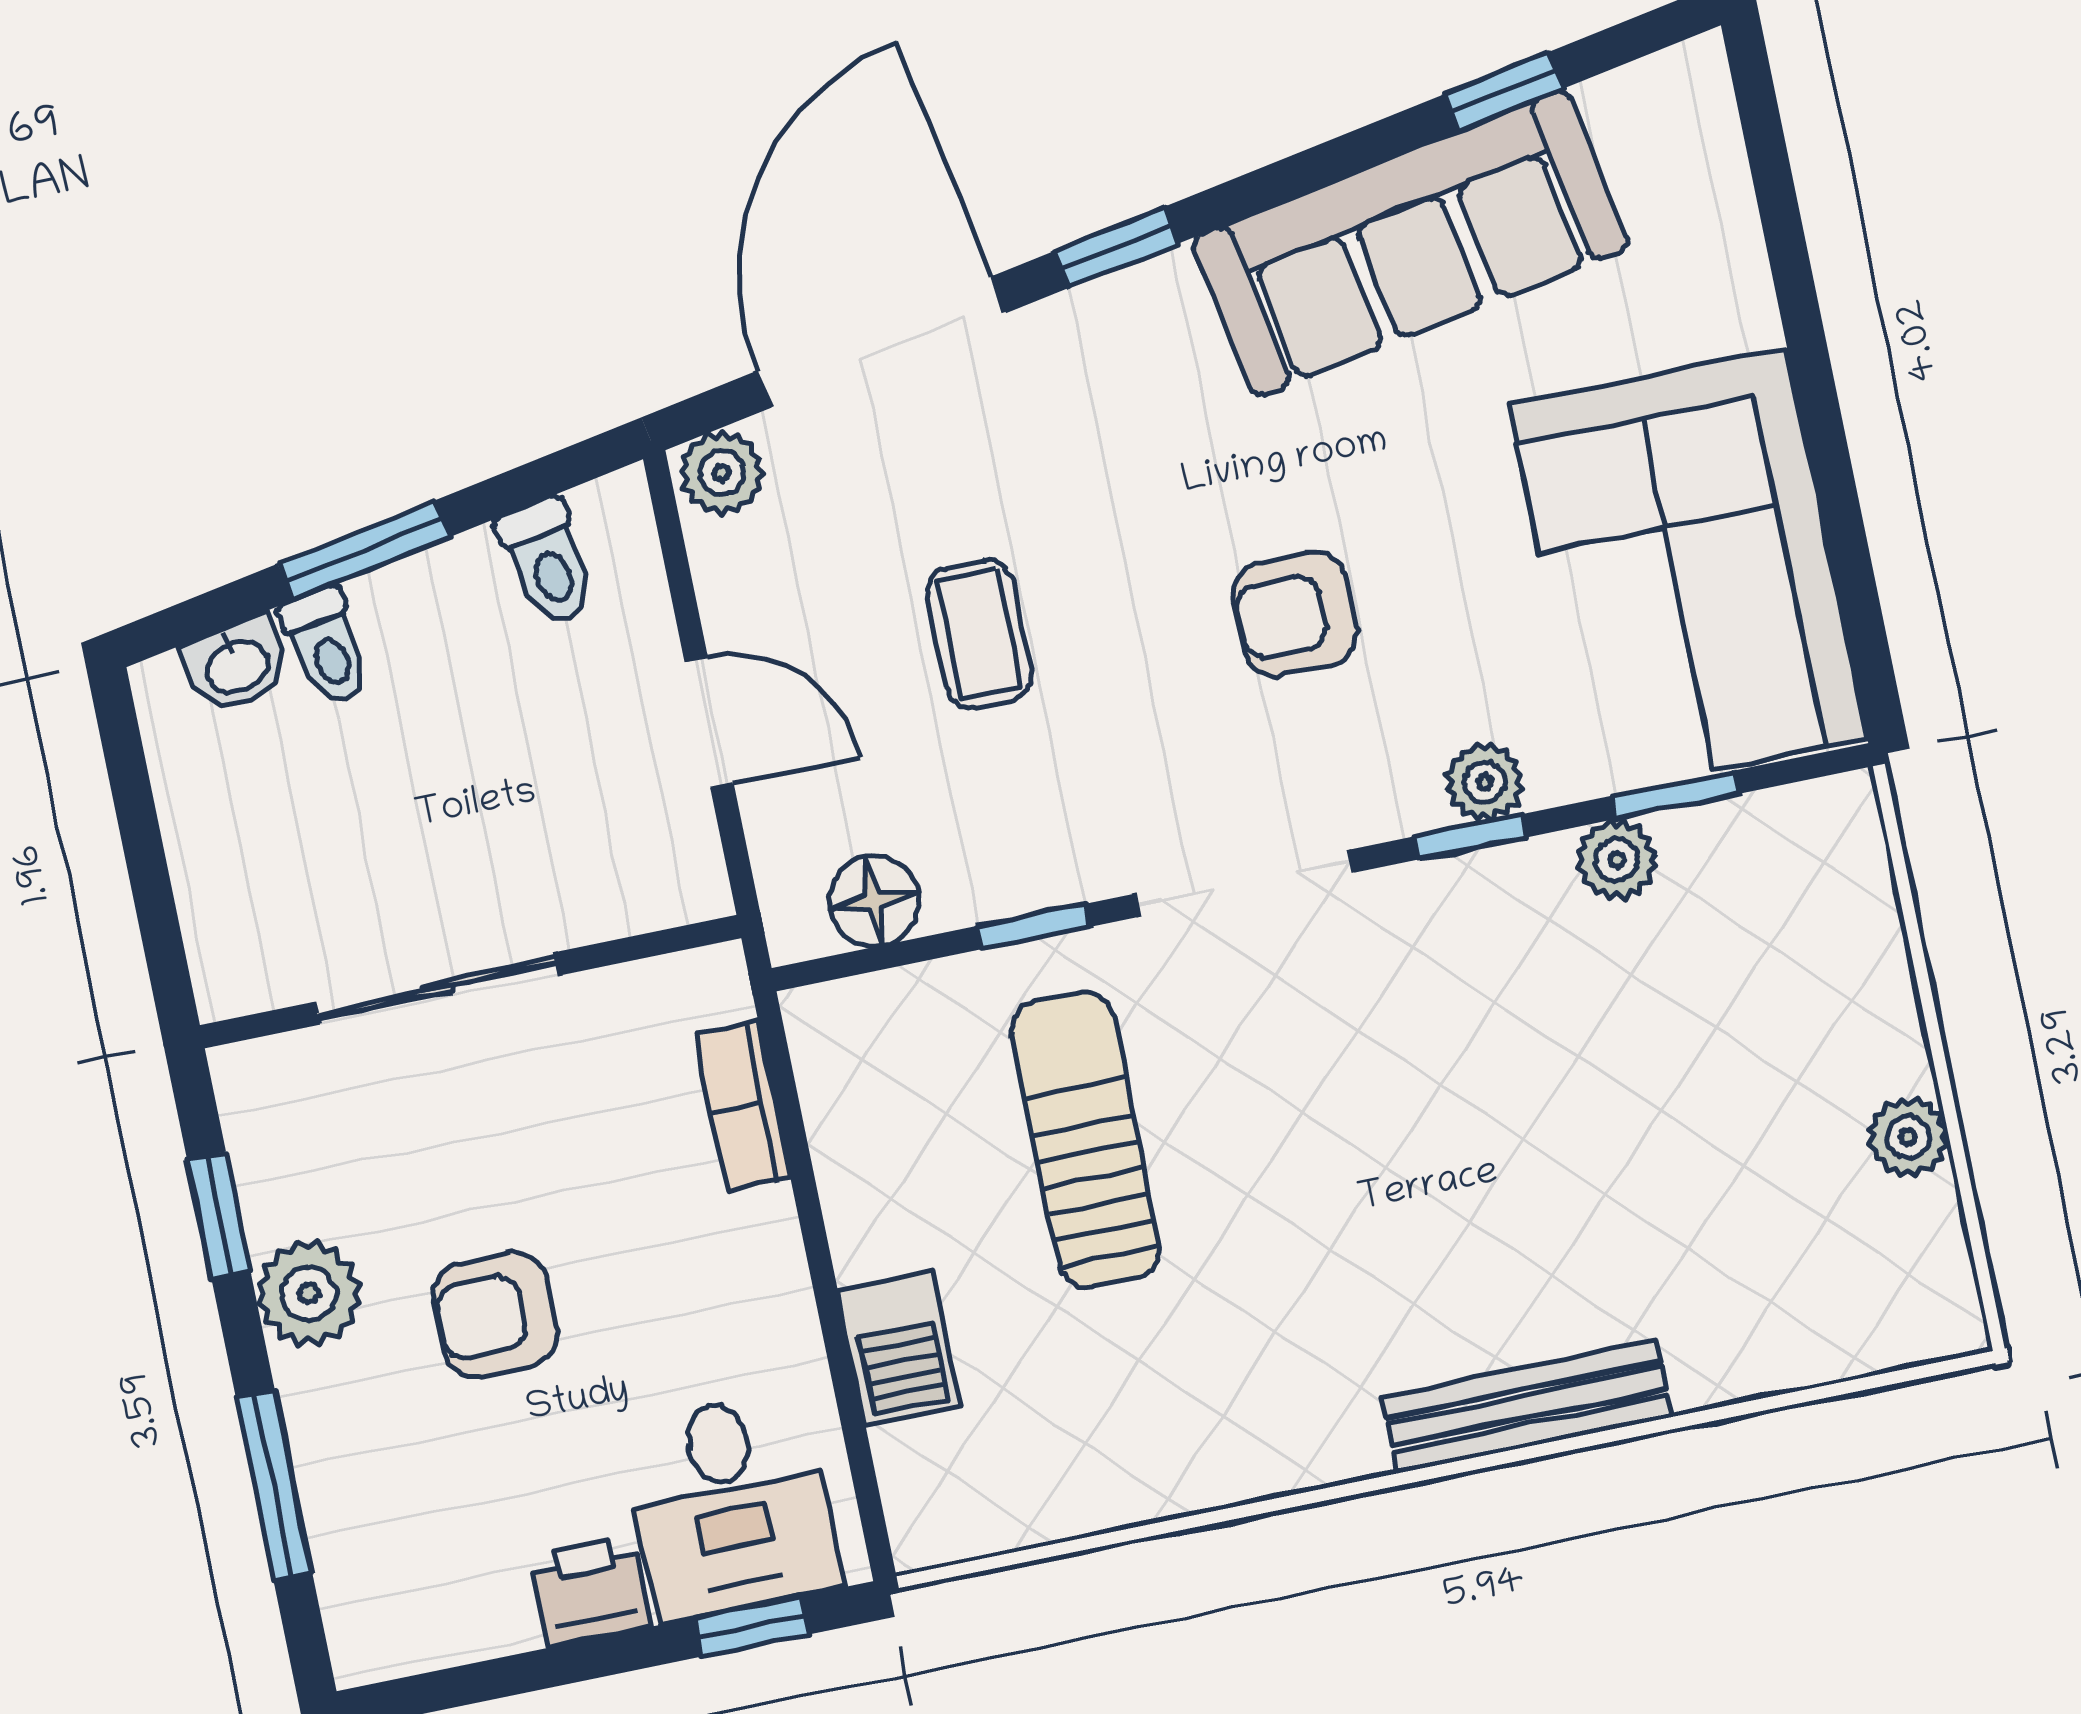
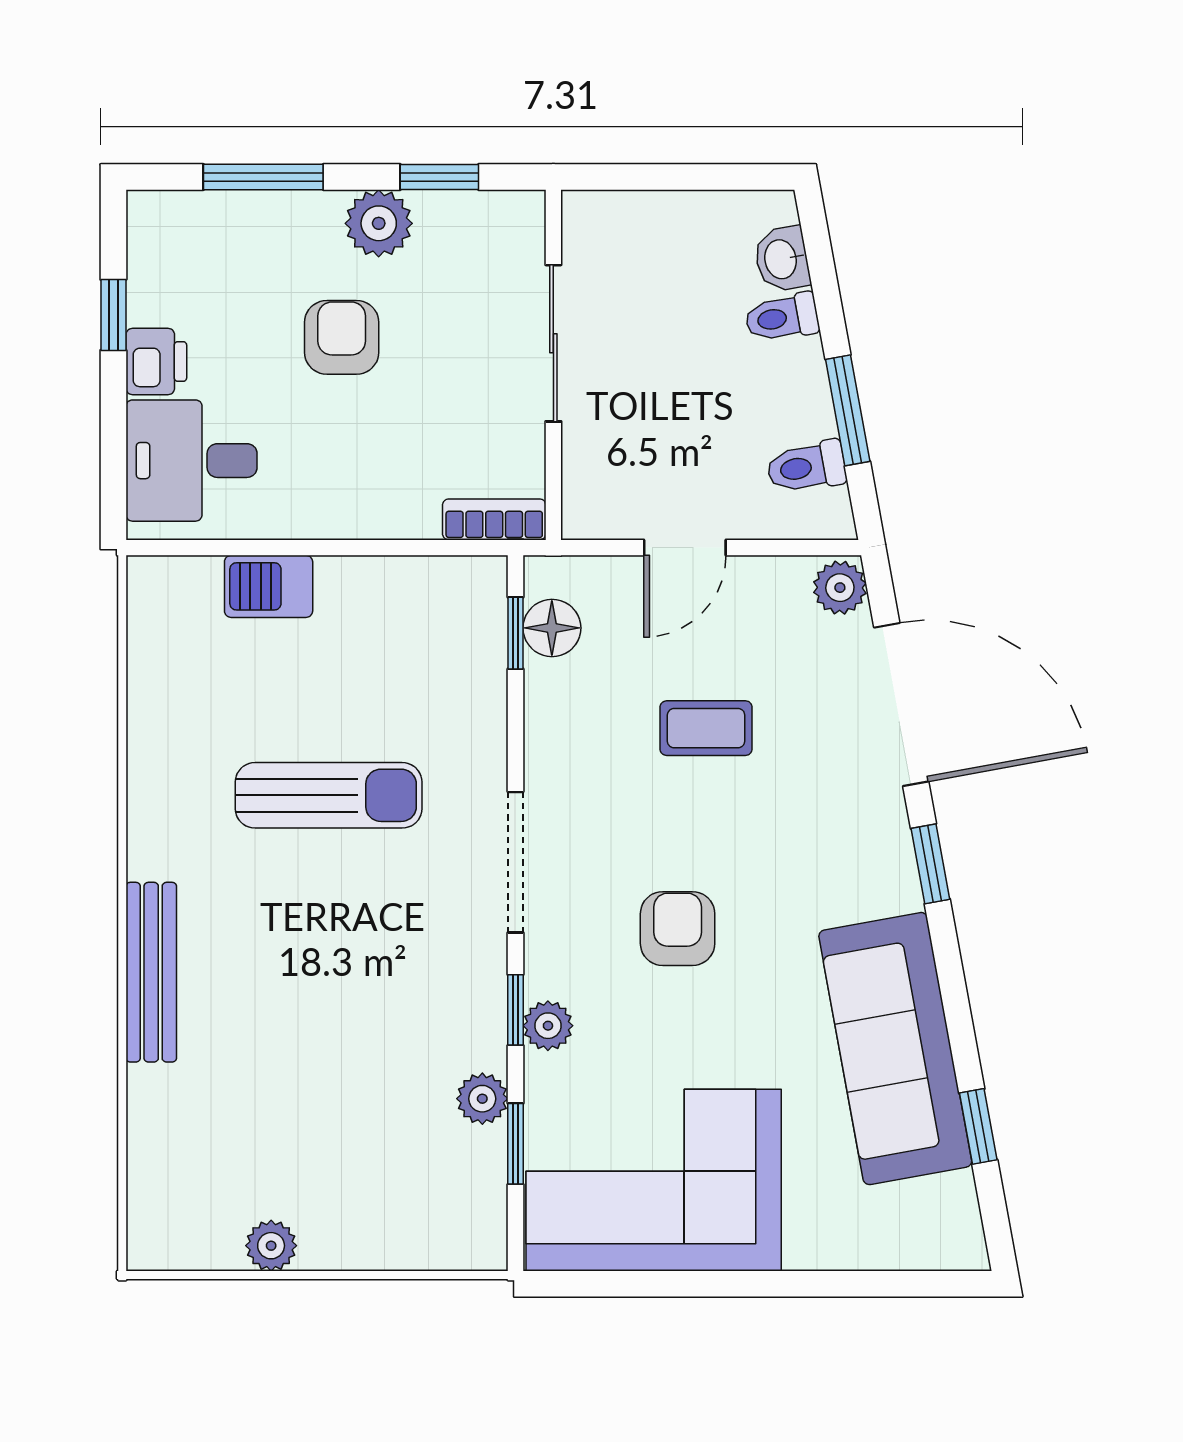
window: (364, 550) -> (848, 410), moved
window: (1033, 927) -> (516, 633), moved
bookcase: (743, 1106) -> (494, 519), moved
sun lounger: (1085, 1139) -> (329, 795), moved
window: (751, 1626) -> (113, 315), moved

